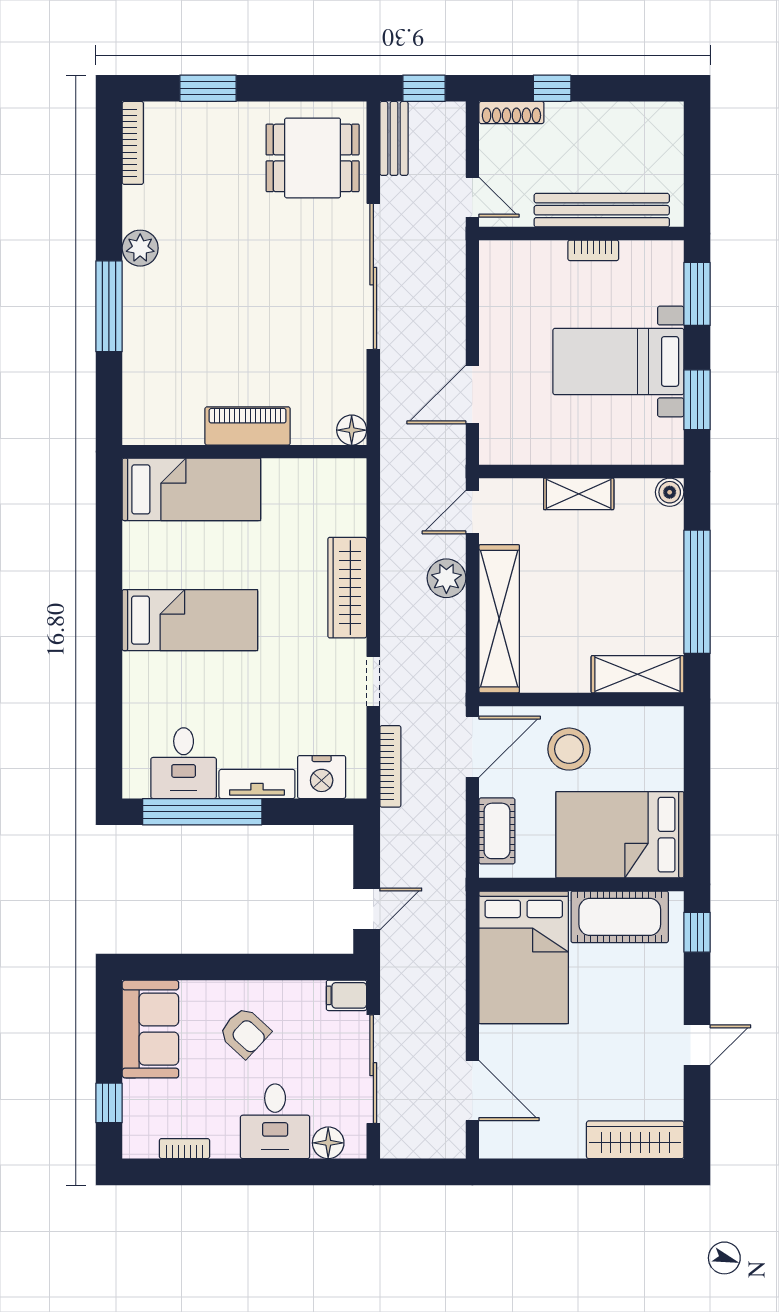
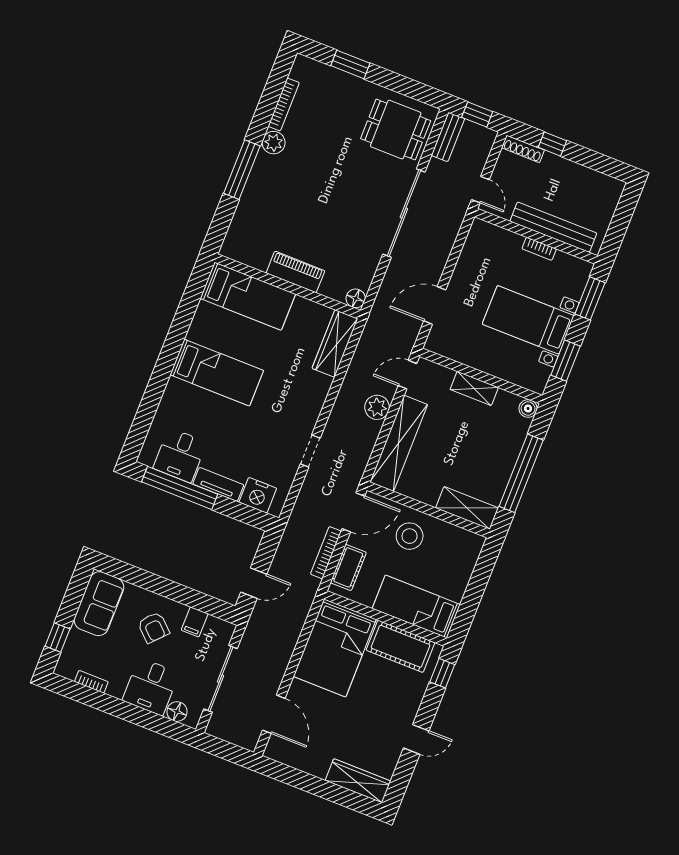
bookcase: (133, 143) -> (284, 104), moved
wardrobe: (347, 588) -> (335, 343), moved
bookcase: (390, 766) -> (326, 553), moved, turned 180
bed: (620, 835) -> (416, 607), width x0.67
filing cabinet: (346, 995) -> (195, 622), moved, turned -90

